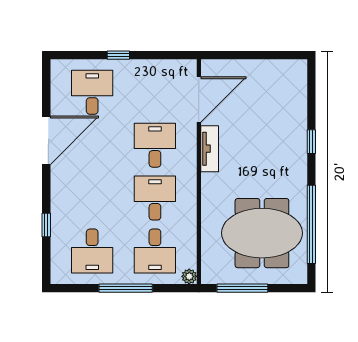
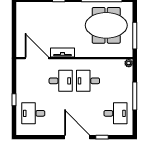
door: (46, 140) -> (77, 137), moved
desk: (155, 145) -> (61, 81), turned 180
meeting table: (262, 233) -> (106, 25), turned 90
desk: (155, 251) -> (115, 81), removed

